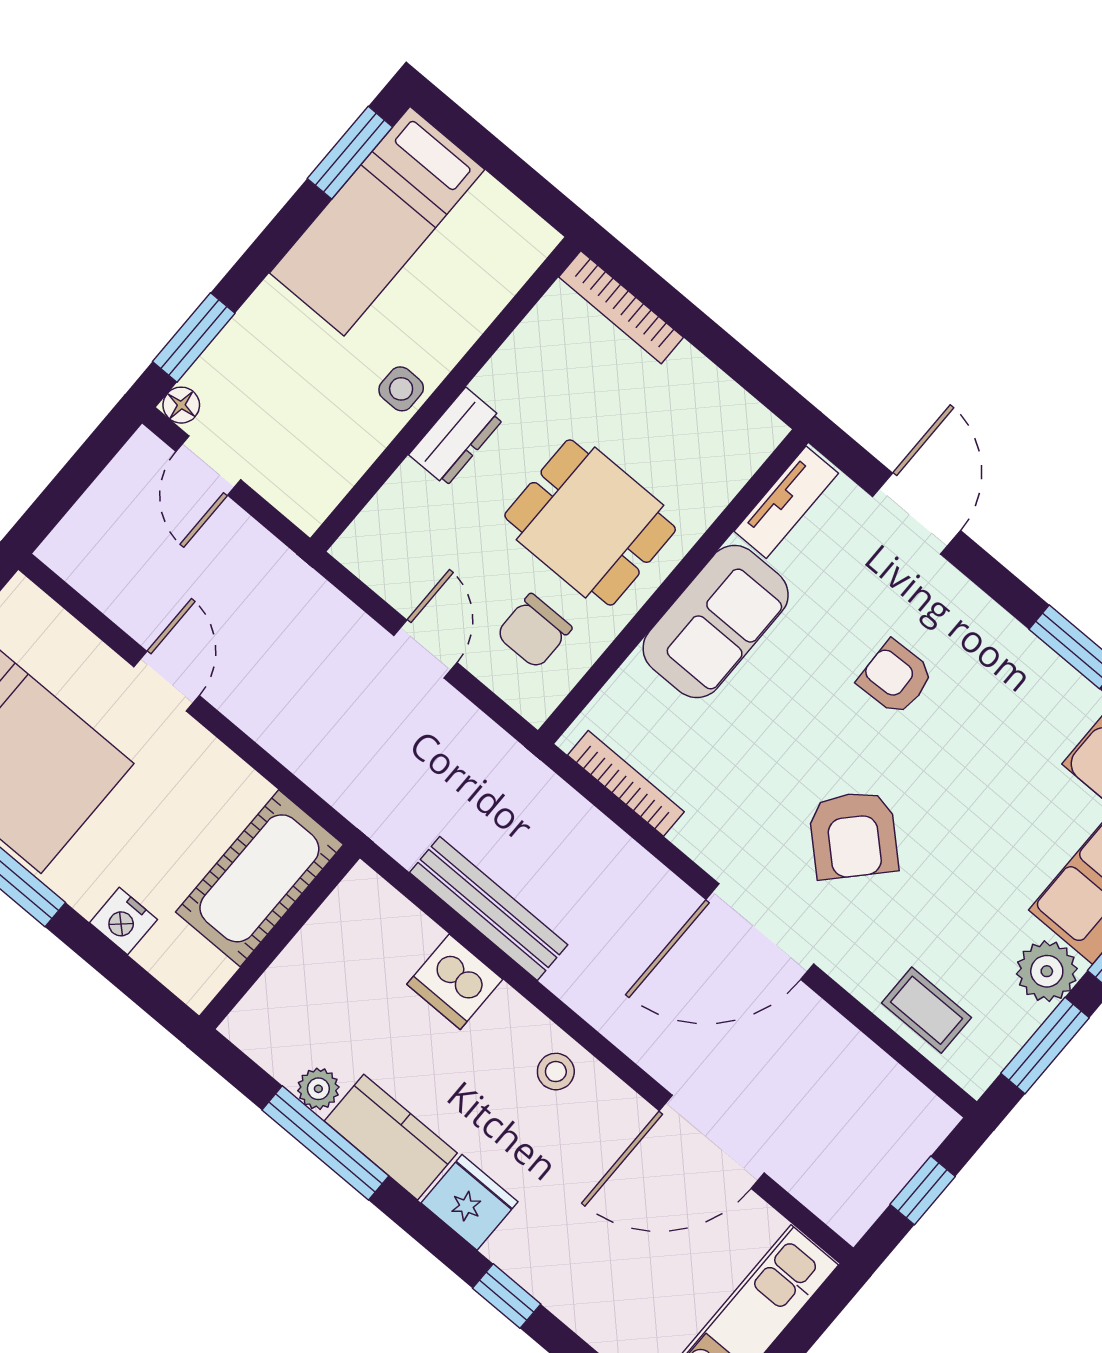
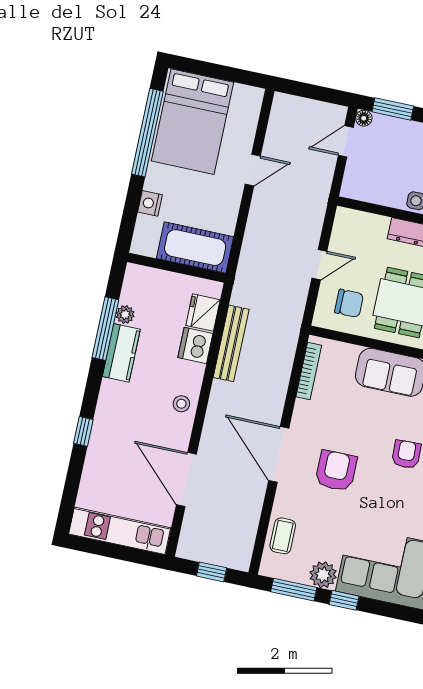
chair: (534, 631) -> (349, 303), turned 180
armchair: (853, 835) -> (336, 471), turned 137
fridge: (470, 1202) -> (203, 313), moved, turned 180

